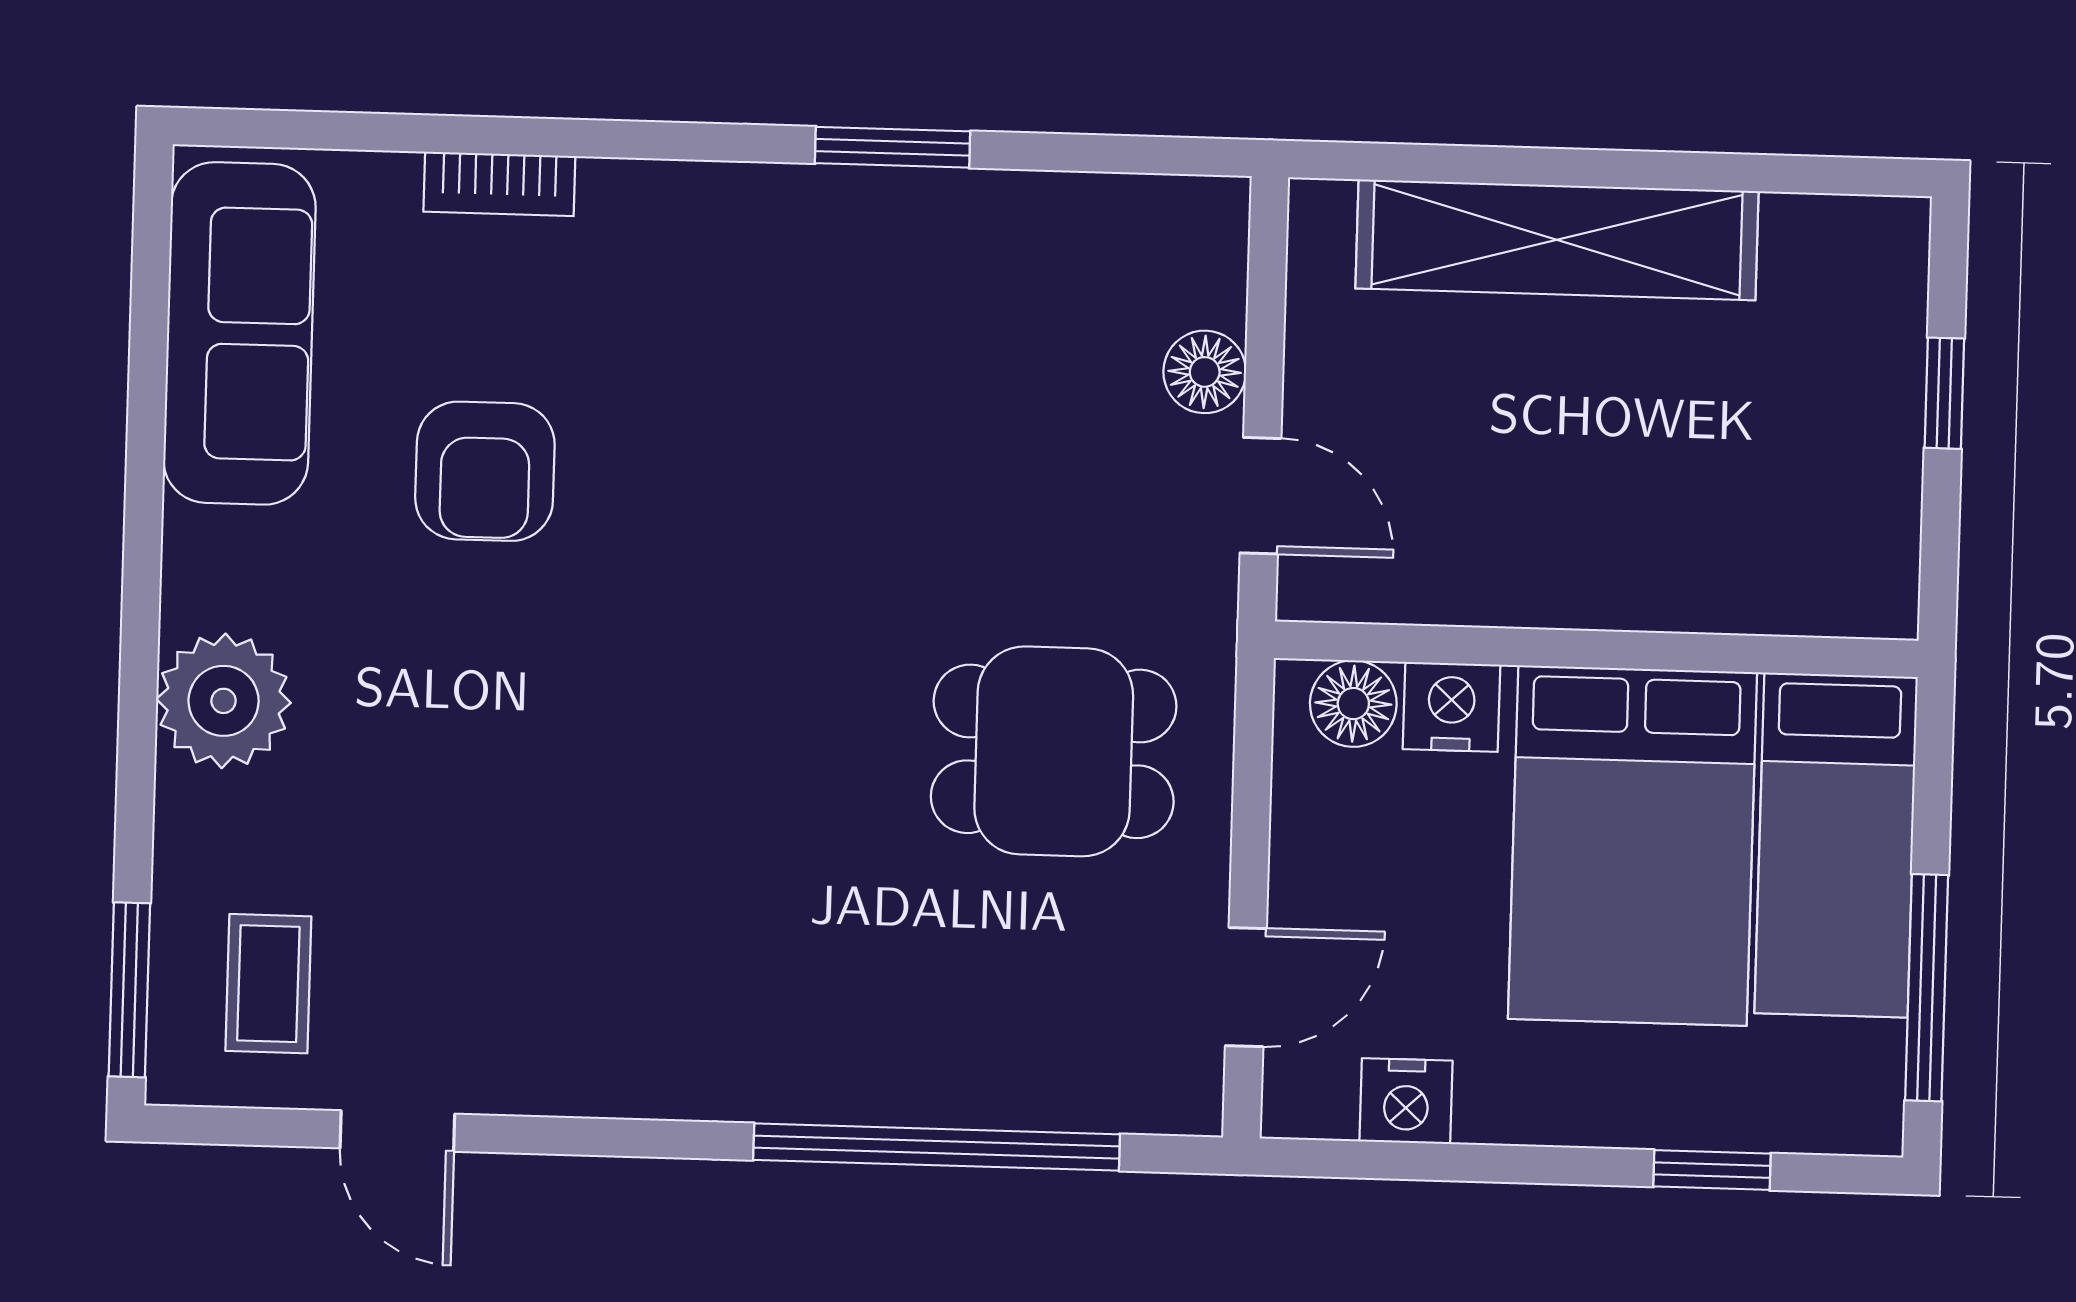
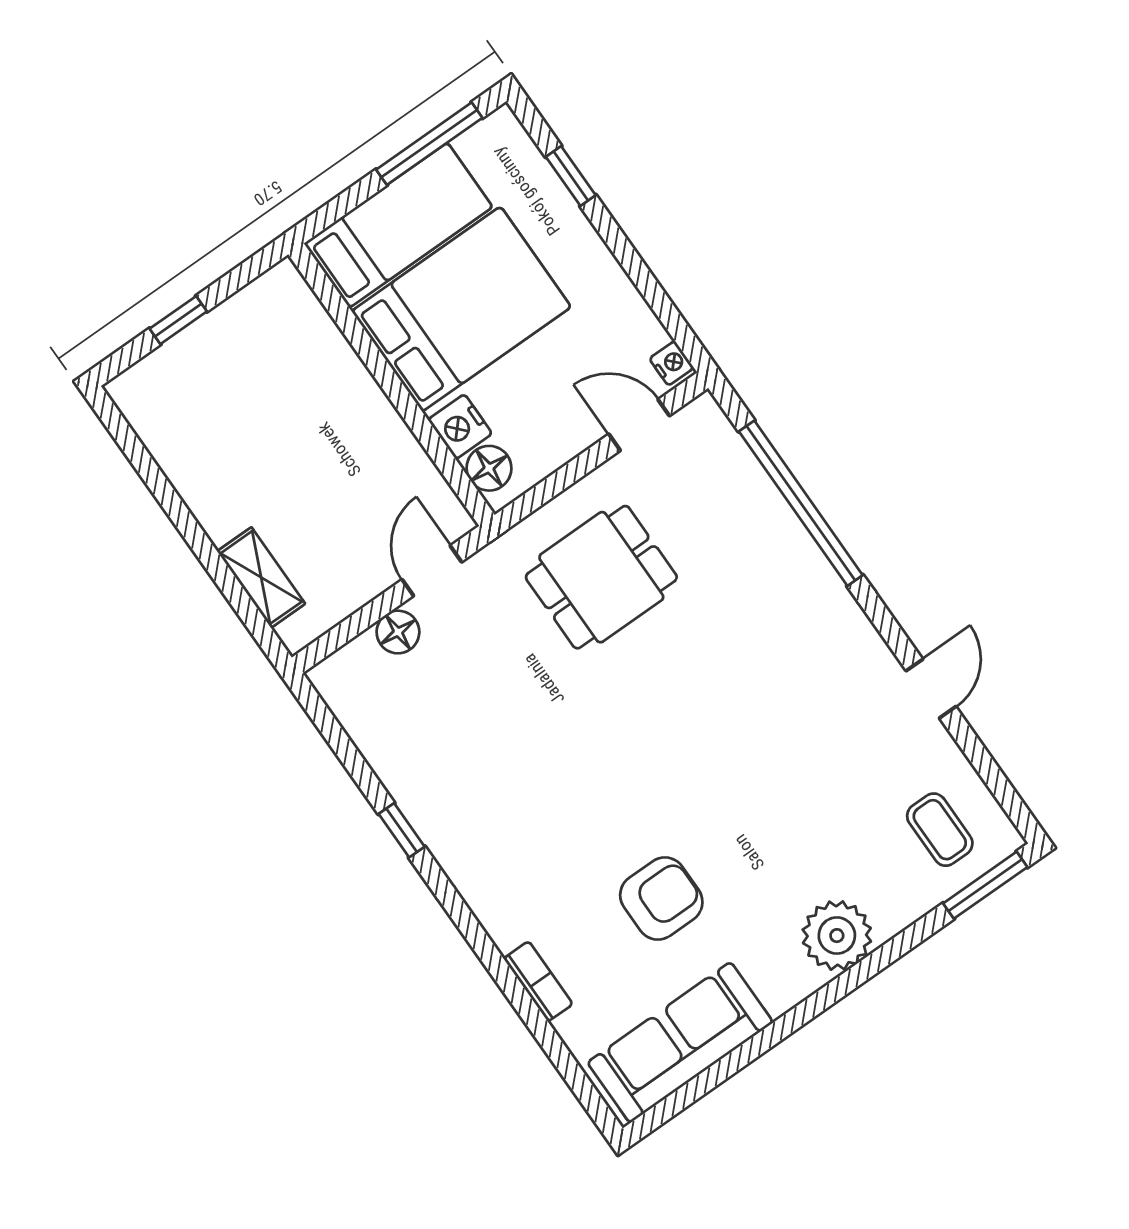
window: (893, 147) -> (402, 830), width x0.67
shelving: (1557, 240) -> (261, 577), width x0.45, depth x0.75
dining table: (1054, 751) -> (601, 577), turned 90
coffee table: (268, 984) -> (940, 830), turned 90
nightstand: (1406, 1101) -> (672, 363), moved, width x0.72, depth x0.74
door: (397, 1131) -> (931, 689), moved

